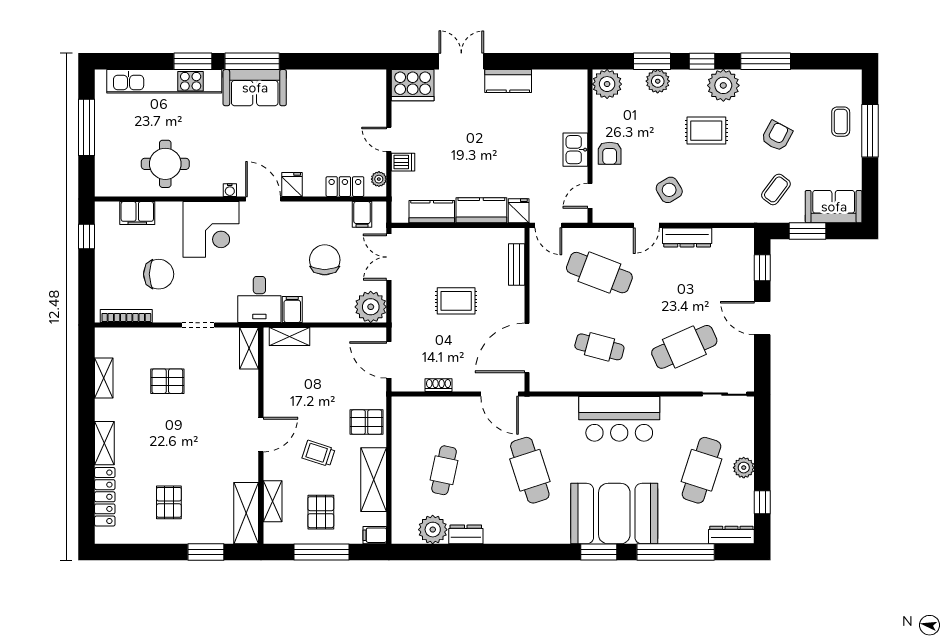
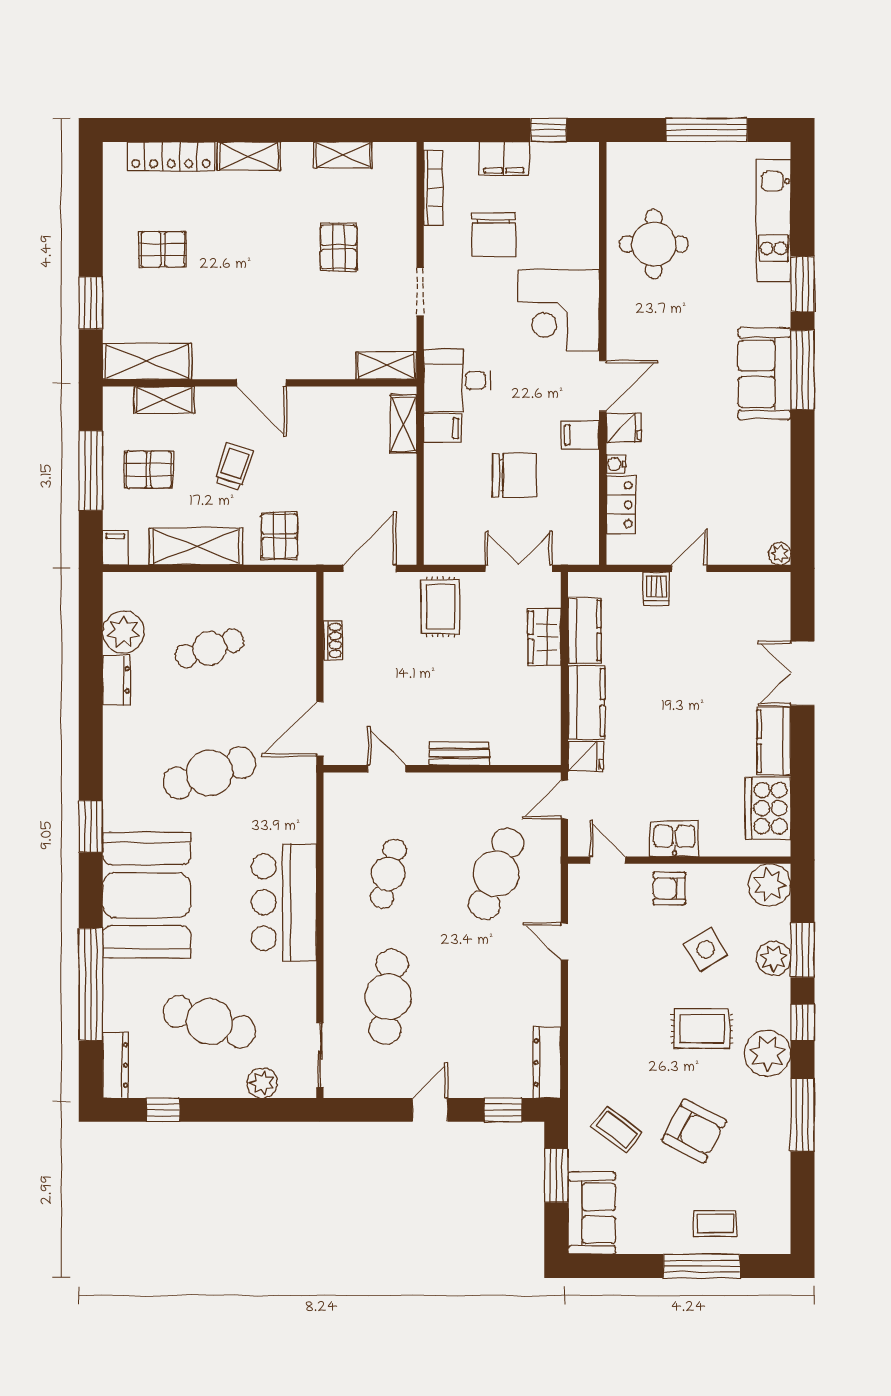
double door: (461, 61) -> (803, 673), swing flipped
kitchen unit: (164, 81) -> (774, 220), width x0.73
cooker: (413, 85) -> (768, 808), moved
rug: (706, 131) -> (702, 1029), turned 90
armchair: (777, 136) -> (694, 1131), width x1.38, depth x1.38
plant: (379, 179) -> (780, 554), moved
water cooler: (230, 190) -> (616, 464), moved
side table: (669, 190) -> (706, 949), moved
filing cabinet: (137, 213) -> (504, 159), moved, turned -90
filing cabinet: (362, 214) -> (581, 435), moved
dresser: (687, 237) -> (547, 1063), moved
wardrobe: (436, 239) -> (544, 637), added
bench: (517, 264) -> (459, 754), moved
rug: (456, 301) -> (440, 607), moved
plant: (371, 307) -> (446, 542), removed
door: (762, 318) -> (430, 1110), width x0.73
cafe table: (684, 347) -> (388, 997), turned 30
door: (527, 348) -> (387, 769), width x0.53
plant: (744, 468) -> (262, 1083), moved
cafe table: (444, 470) -> (209, 648), turned -30
window: (599, 552) -> (91, 826), moved

